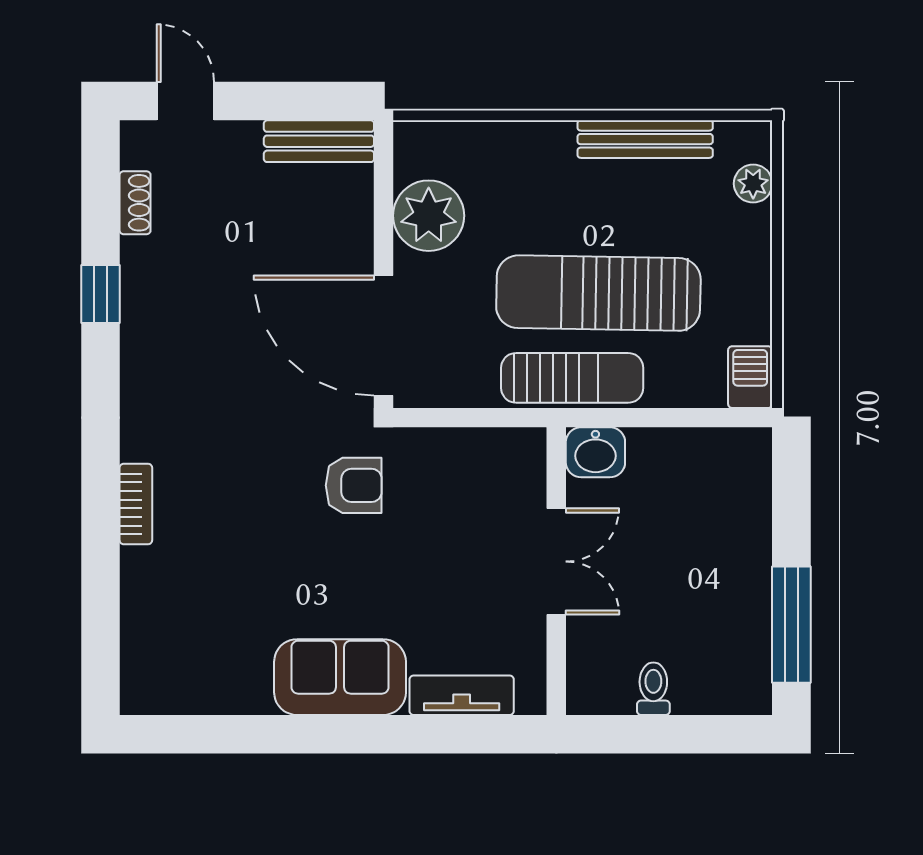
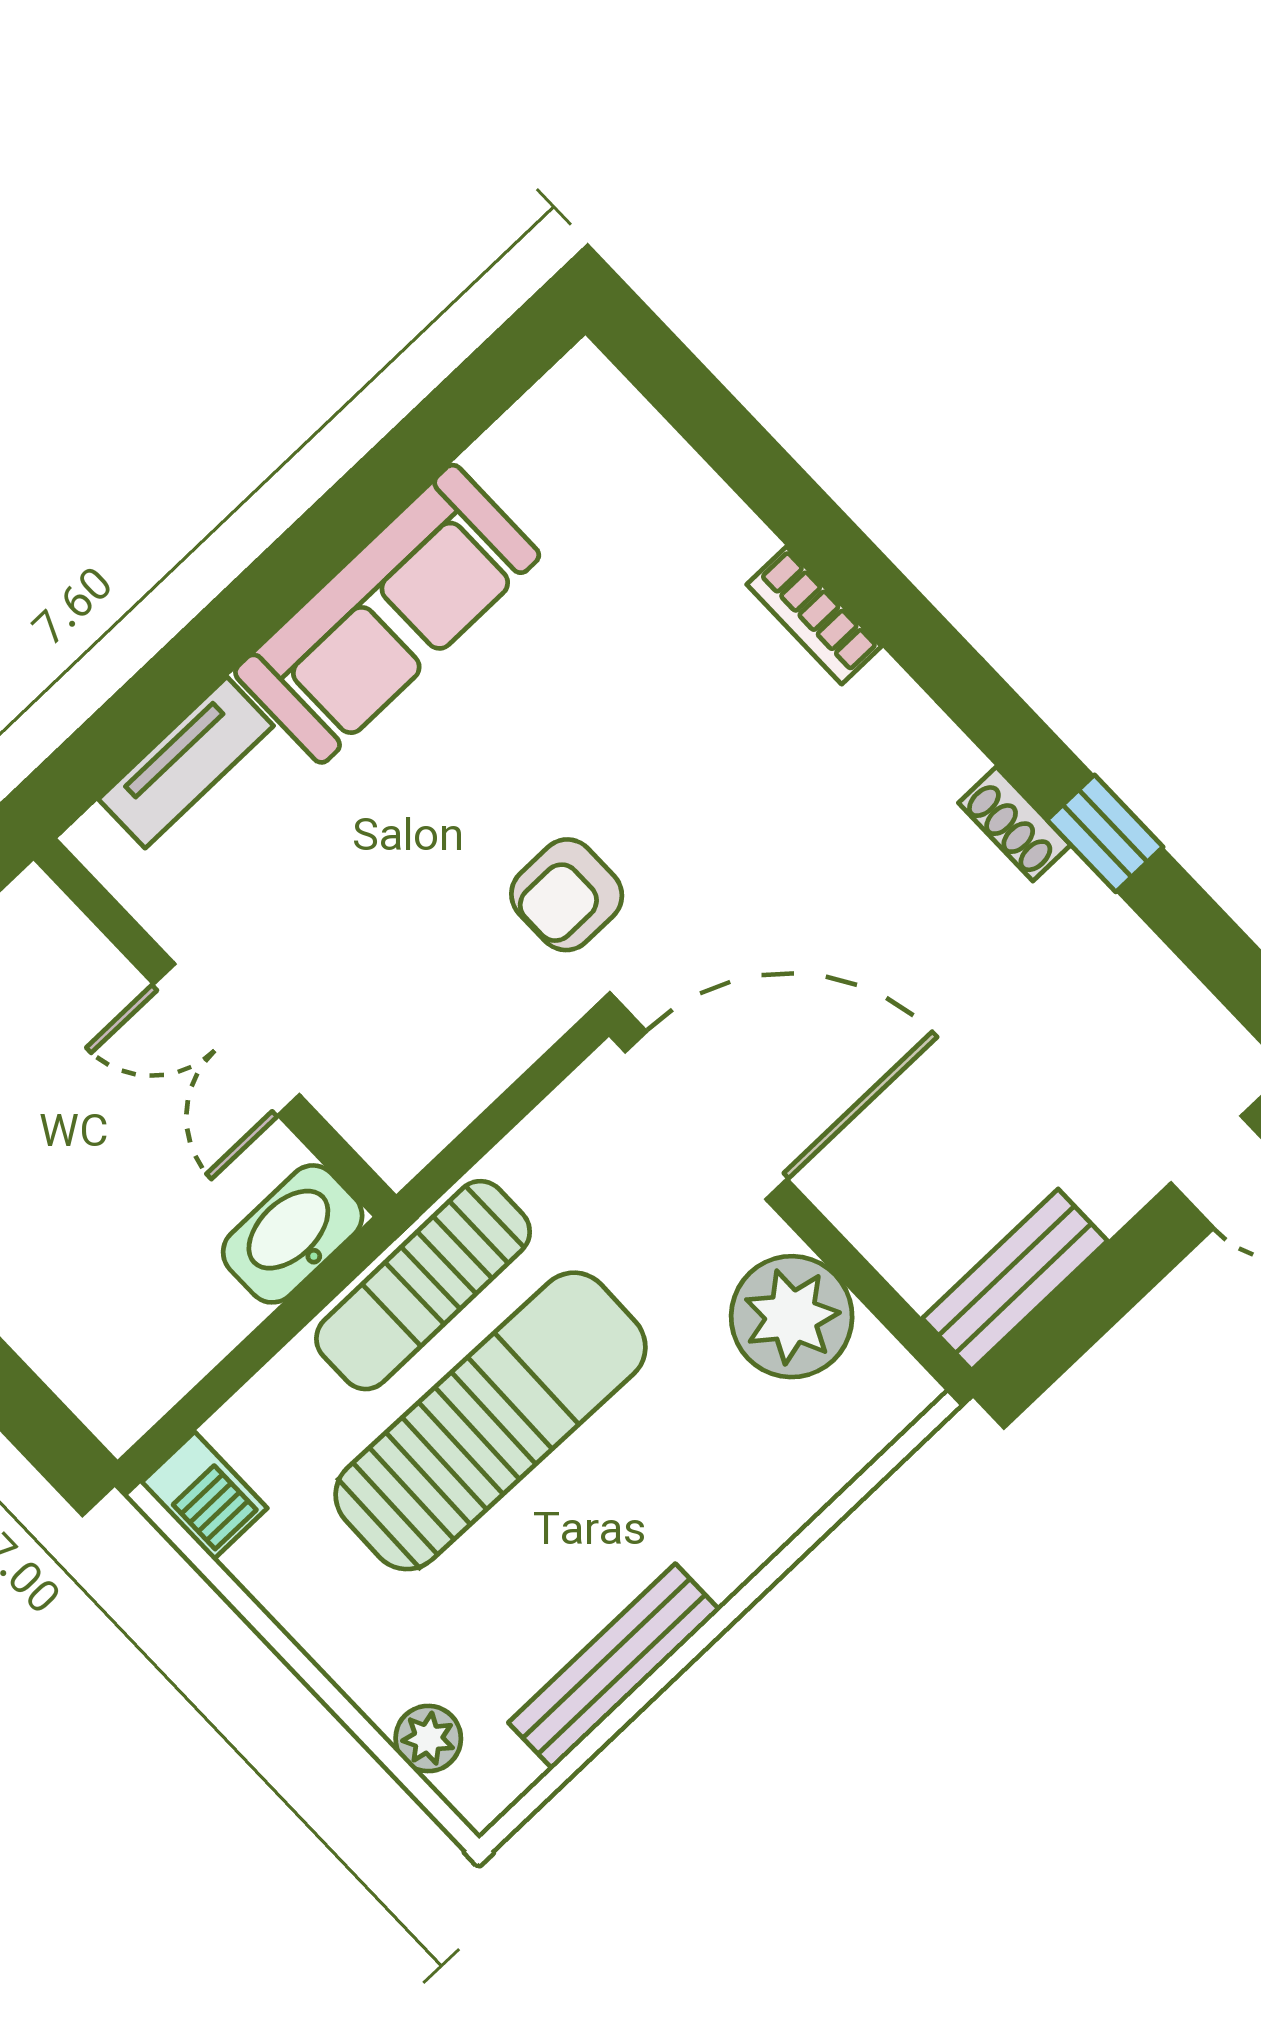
shoe rack: (135, 203) -> (1015, 824), moved
washbasin: (595, 452) -> (293, 1234), width x1.38
sofa: (340, 677) -> (387, 614), width x1.36

